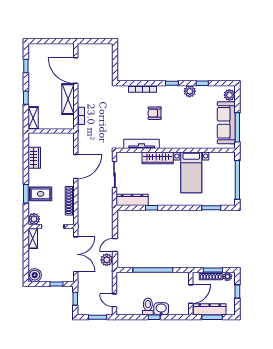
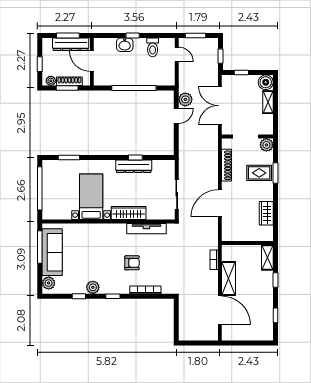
dresser: (132, 200) -> (134, 166), moved
shelving: (33, 238) -> (268, 102), moved
door: (191, 294) -> (92, 61), hinge flipped
toilet: (148, 307) -> (153, 47), moved

